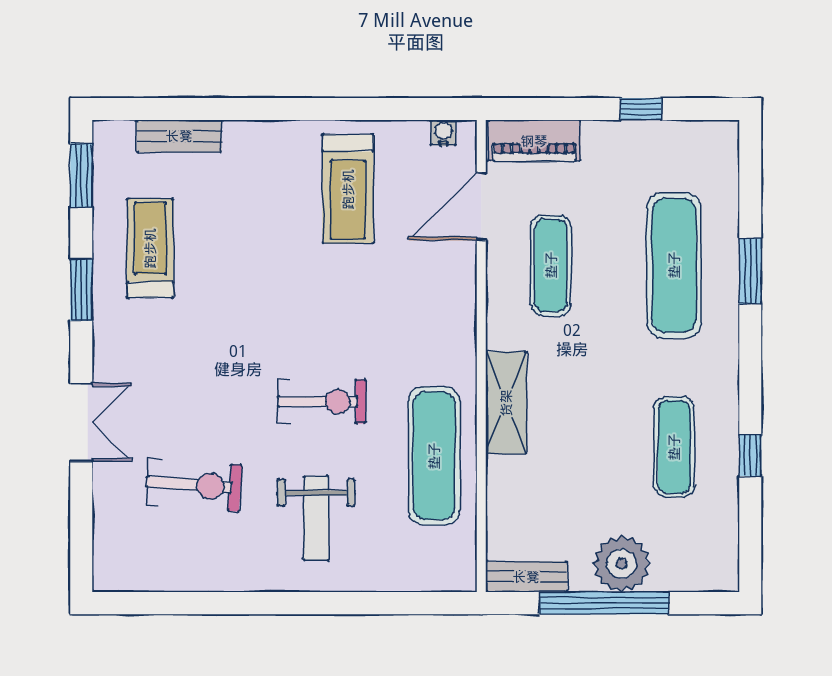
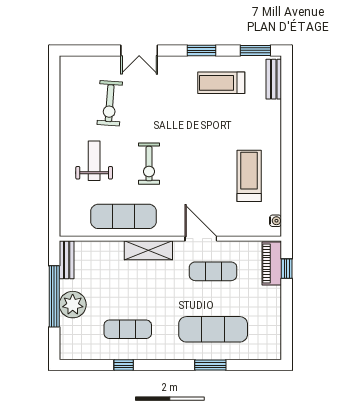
window: (641, 109) -> (287, 269), moved
bench: (179, 136) -> (274, 79), moved
treadmill: (348, 189) -> (249, 176), turned 90
door: (481, 206) -> (201, 239), moved
treadmill: (150, 248) -> (221, 83), turned 180
weight bench: (316, 518) -> (94, 161), turned 90

